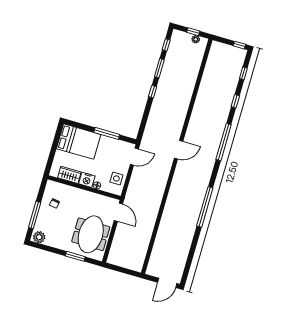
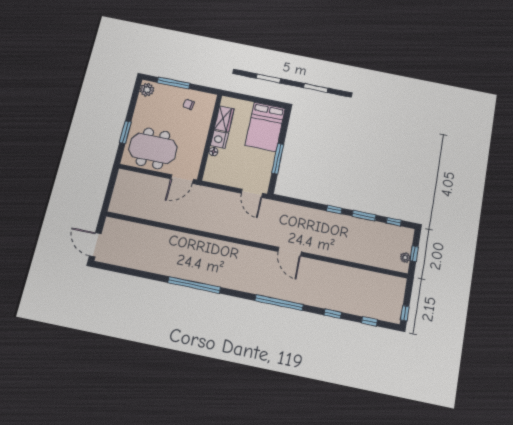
door: (179, 150) -> (290, 252), moved
side table: (116, 178) -> (223, 174), removed

